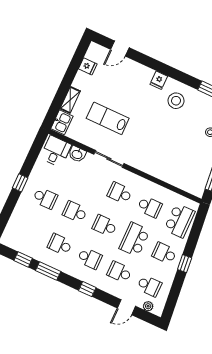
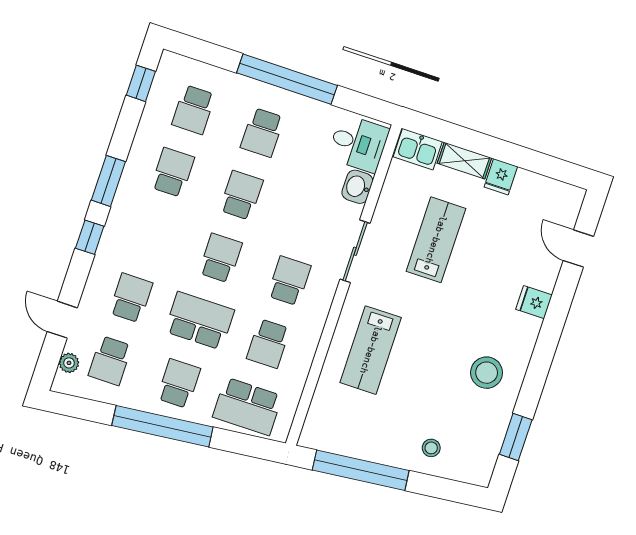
fridge: (88, 66) -> (501, 177), moved
fridge: (159, 80) -> (534, 302), moved
lab bench: (158, 157) -> (371, 350), added
window: (20, 183) -> (287, 79), width x3.17
school desk: (90, 258) -> (194, 110), moved
window: (23, 259) -> (141, 83), moved
window: (185, 264) -> (162, 426), width x3.17
window: (48, 271) -> (108, 181), moved

